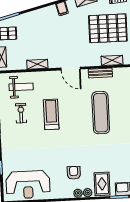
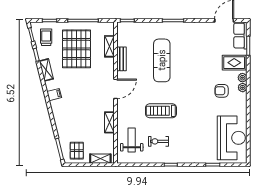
exercise mat: (101, 113) -> (162, 60), turned 90

